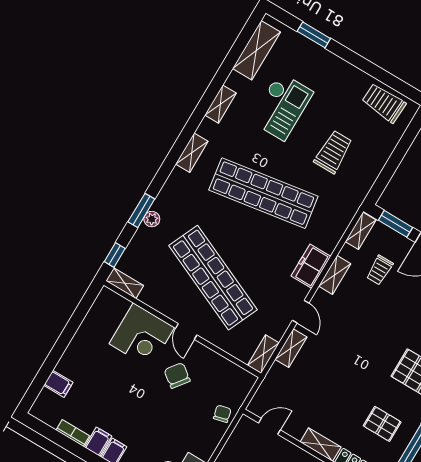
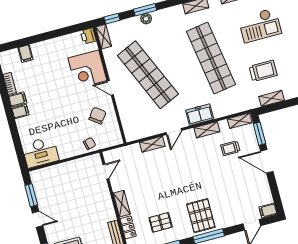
shop shelf: (213, 278) -> (148, 75), turned -48
printer: (108, 299) -> (88, 36), added
door: (186, 332) -> (110, 88), hinge flipped
shelving: (263, 354) -> (271, 98), moved
chair: (177, 375) -> (97, 116), moved
pallet: (382, 424) -> (161, 222), turned 90
door: (269, 426) -> (106, 171), hinge flipped

